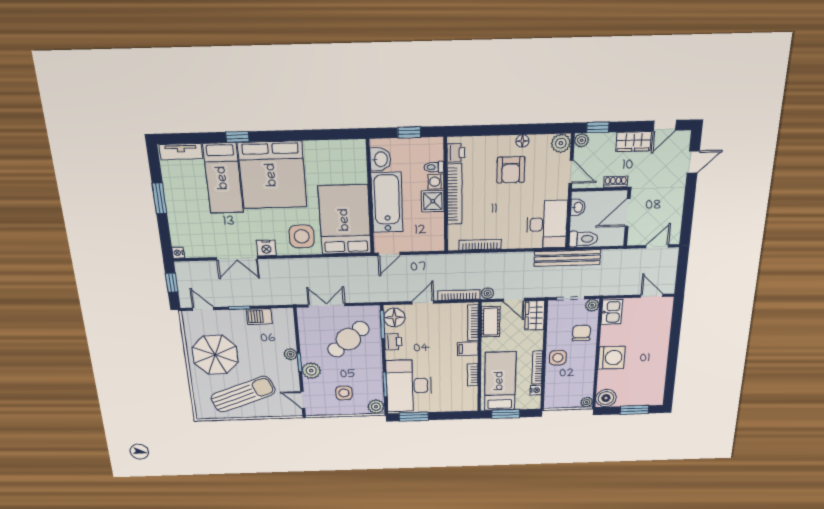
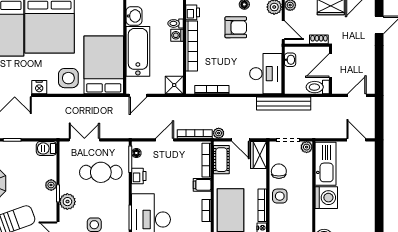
armchair: (511, 170) -> (236, 27), turned -90
shower: (433, 201) -> (174, 85), moved
toilet: (583, 239) -> (318, 87), moved, turned 180
kitchen sink: (612, 312) -> (326, 164), width x1.87, depth x1.24
barbecue: (259, 317) -> (46, 148), moved
floor lamp: (394, 317) -> (136, 153), width x0.53, depth x0.53
chair: (581, 333) -> (279, 171), moved
cafe table: (348, 339) -> (101, 172), turned 42

